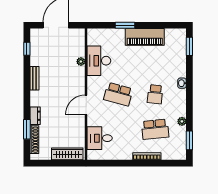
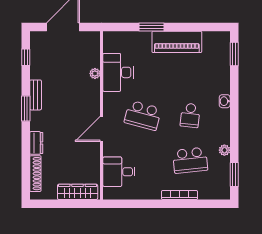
window: (27, 129) -> (26, 109), moved

